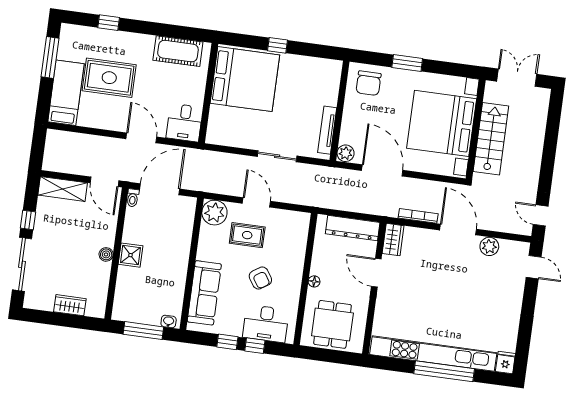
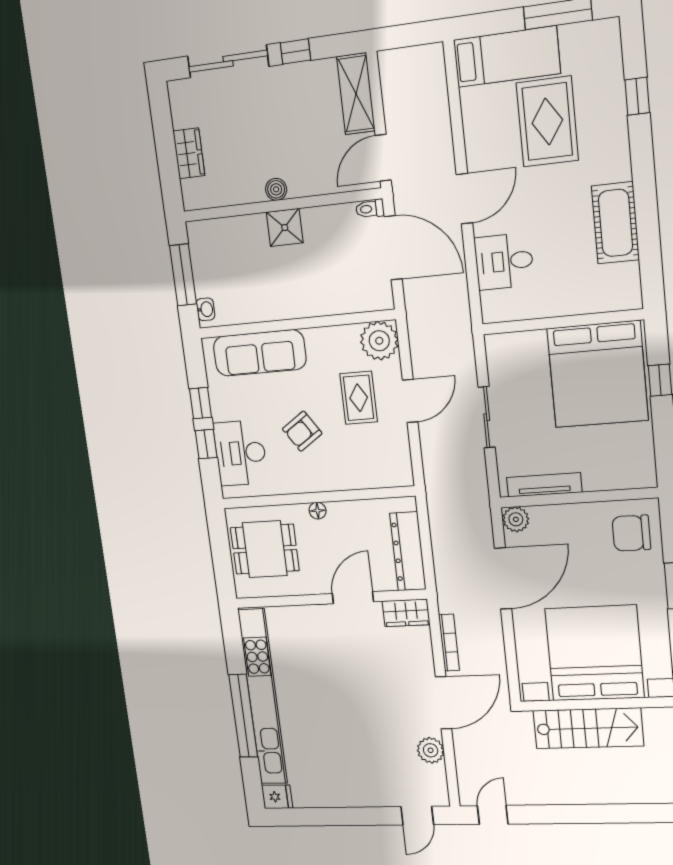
bed: (245, 79) -> (598, 374), moved
wall: (208, 93) -> (562, 322), moved

